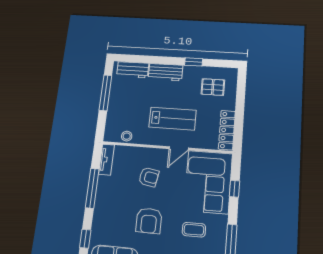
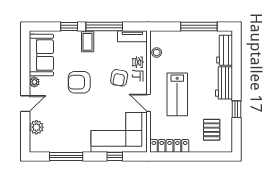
coffee table: (194, 230) -> (88, 42), moved
window: (85, 239) -> (69, 27), moved

